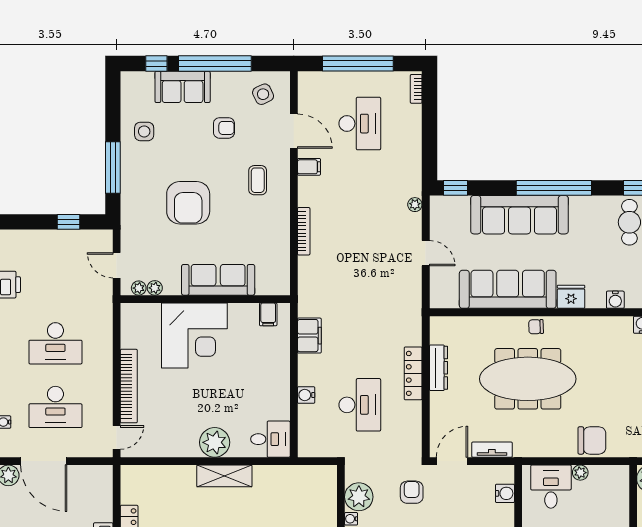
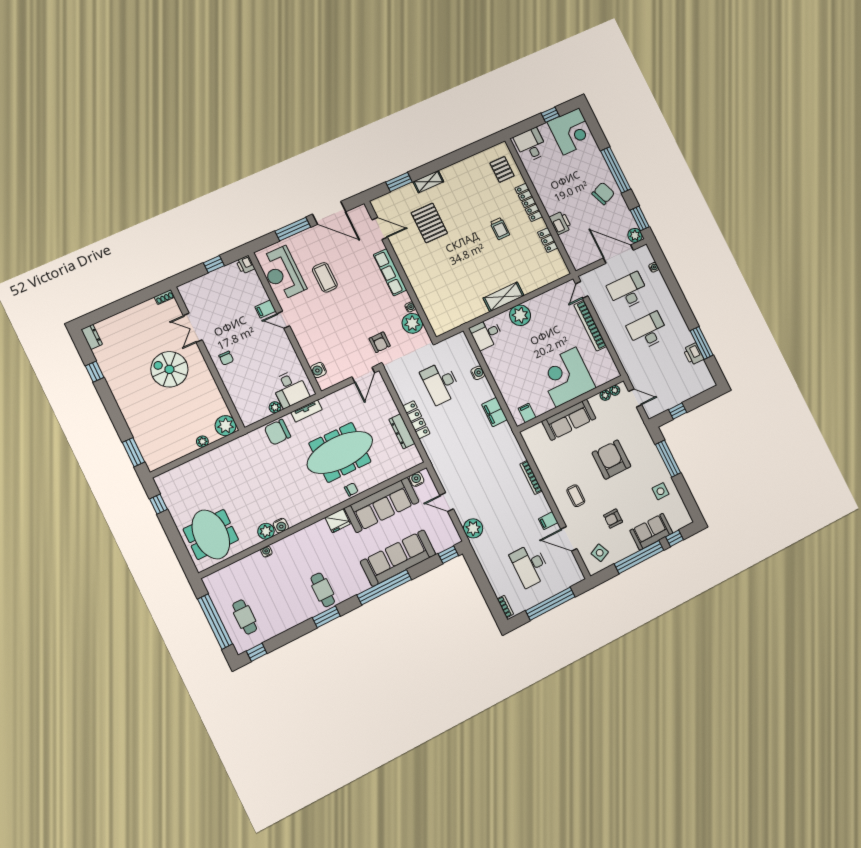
plant: (415, 205) -> (473, 528), width x1.88, depth x1.88
water cooler: (615, 300) -> (417, 479), moved
tv unit: (492, 450) -> (306, 411), moved

